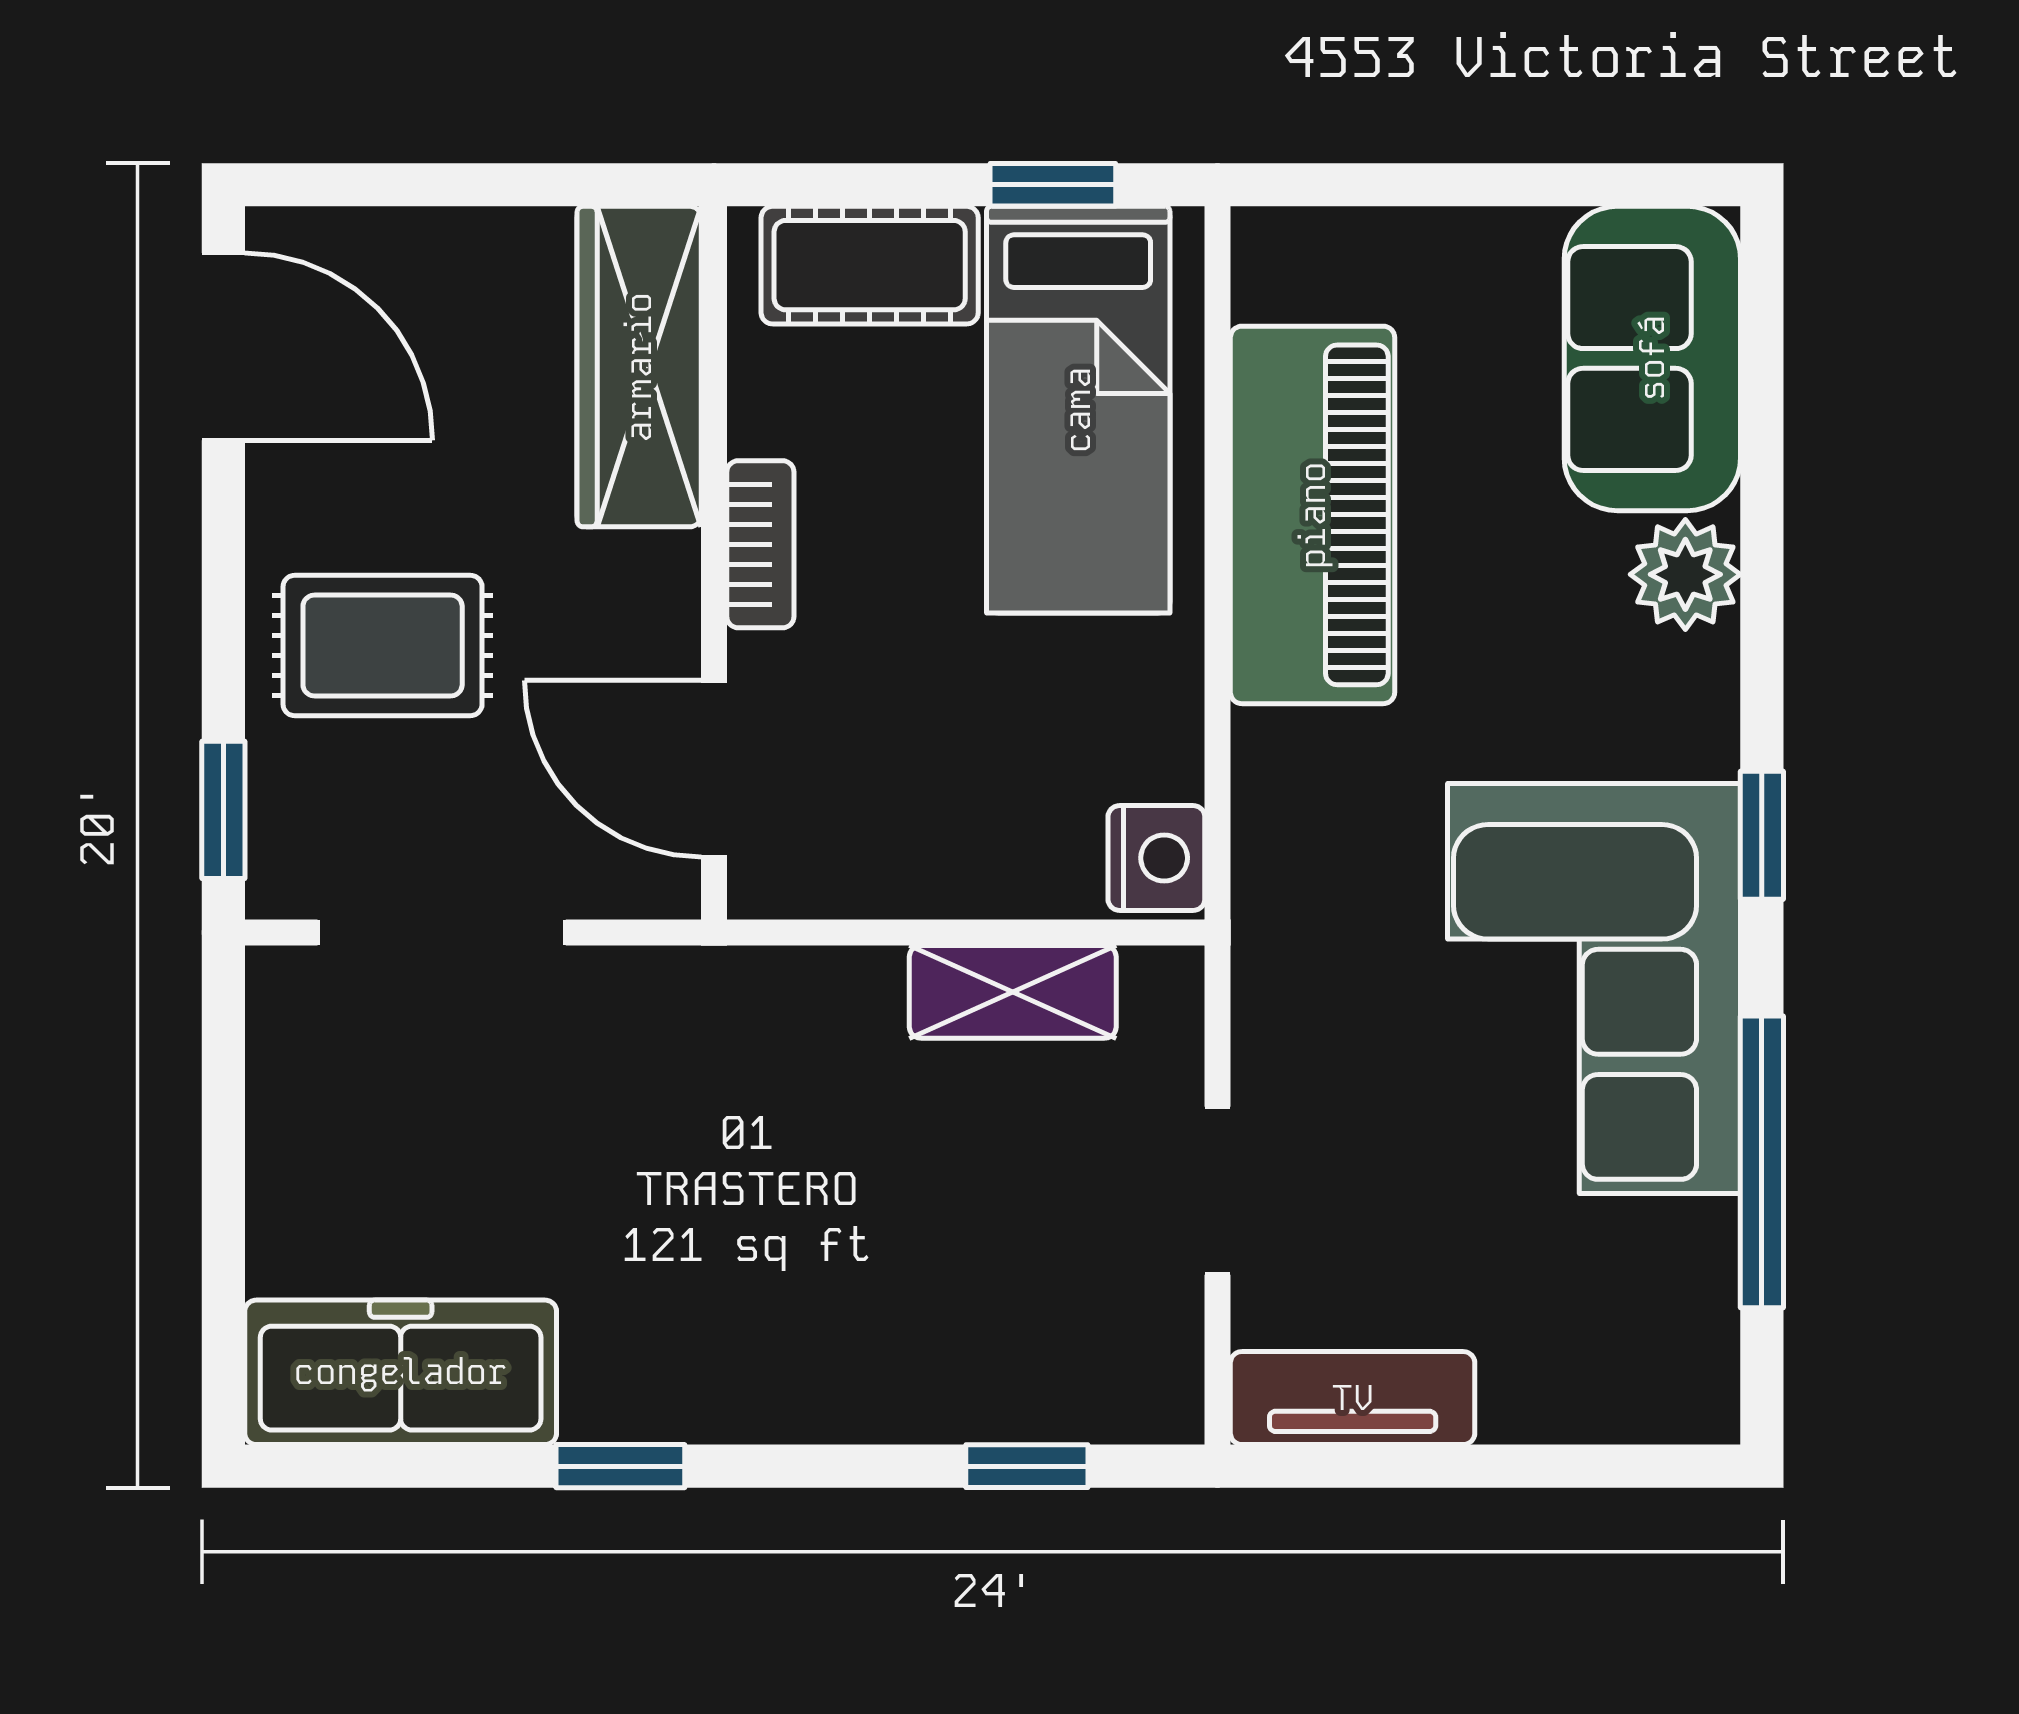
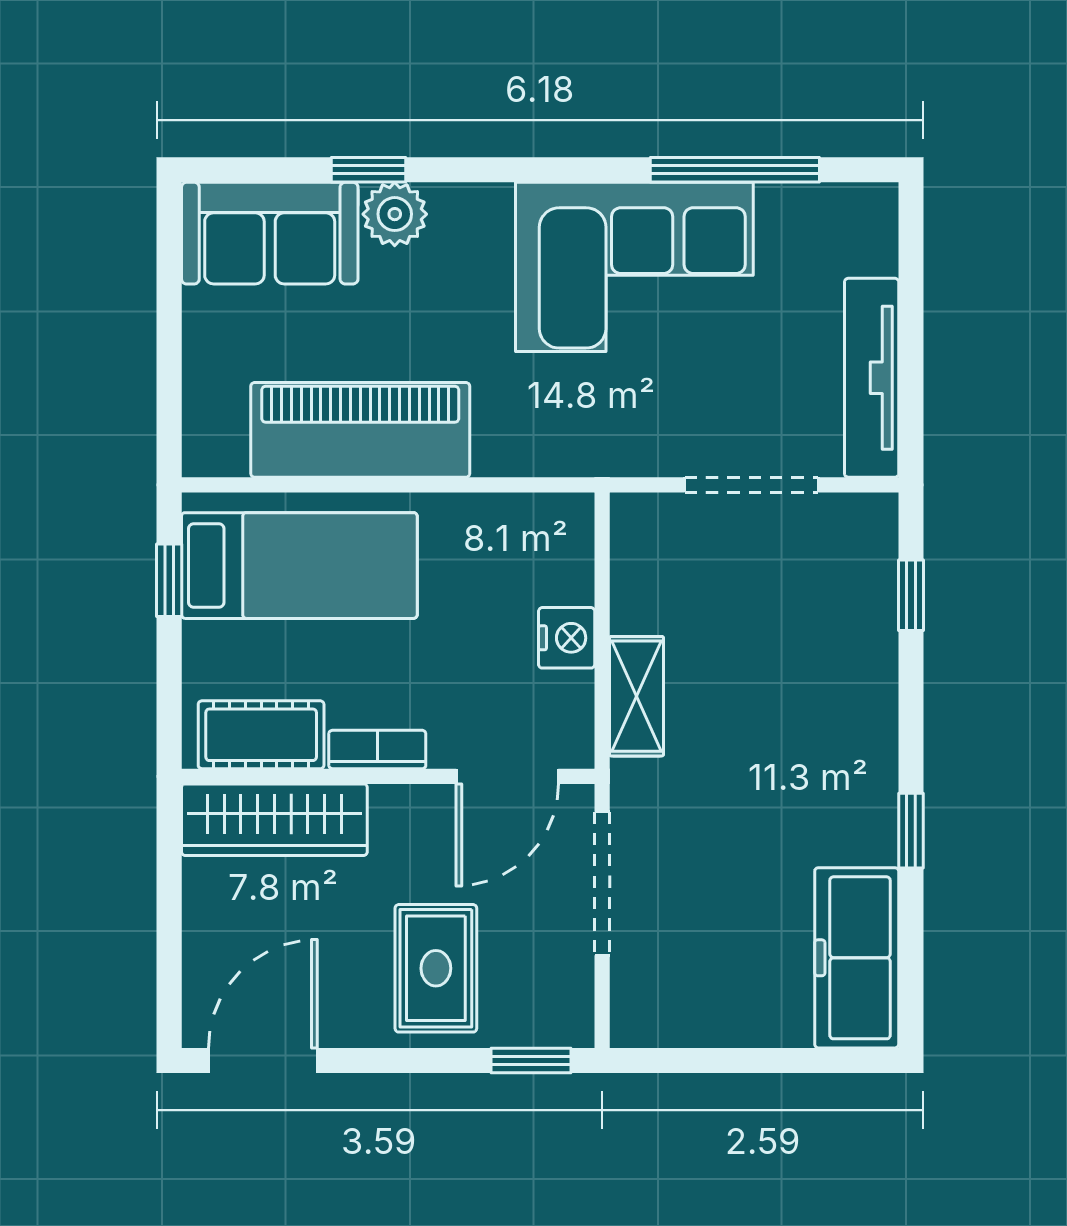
cot: (870, 265) -> (261, 735), moved, turned 90
window: (1762, 835) -> (368, 170), moved
nightstand: (1156, 858) -> (567, 638), moved, turned 90
doorway: (442, 933) -> (602, 883), moved
shelving: (1013, 992) -> (636, 696), moved
doorway: (1218, 1191) -> (752, 485), width x1.38
tv unit: (1353, 1398) -> (872, 378), width x1.41

